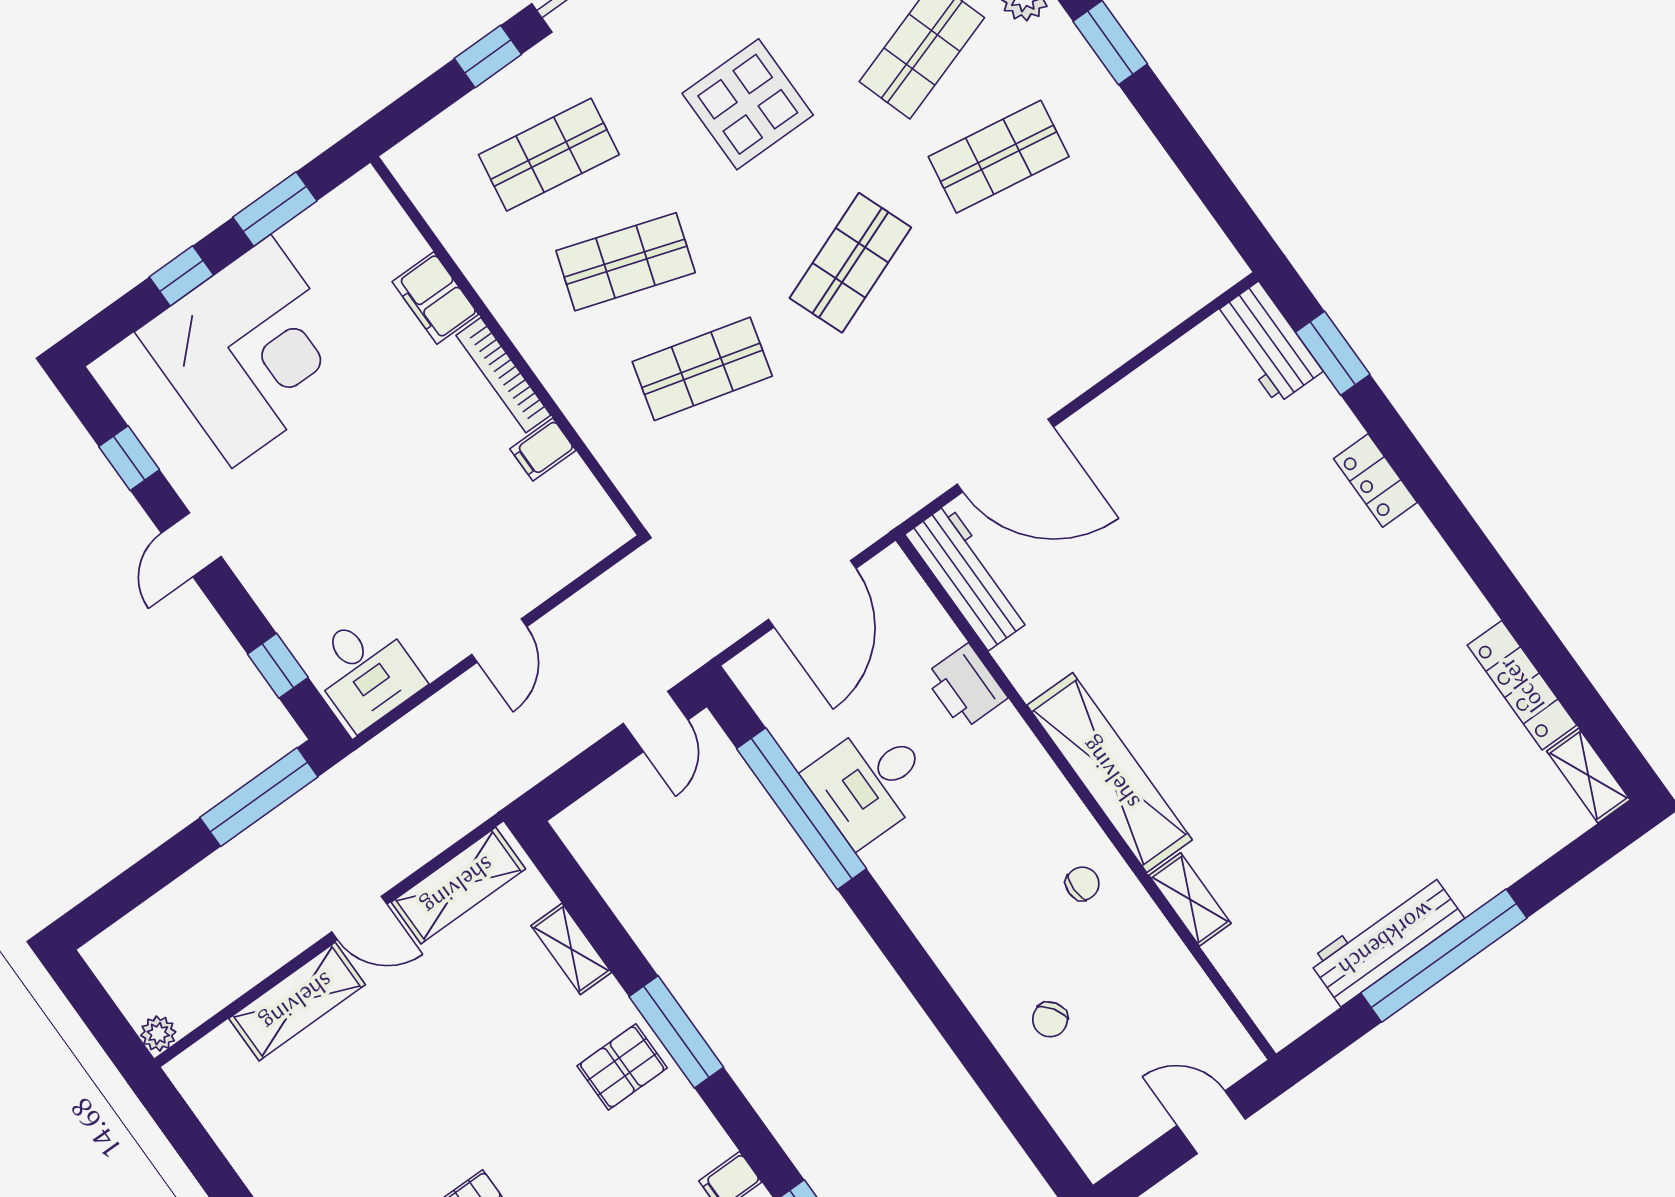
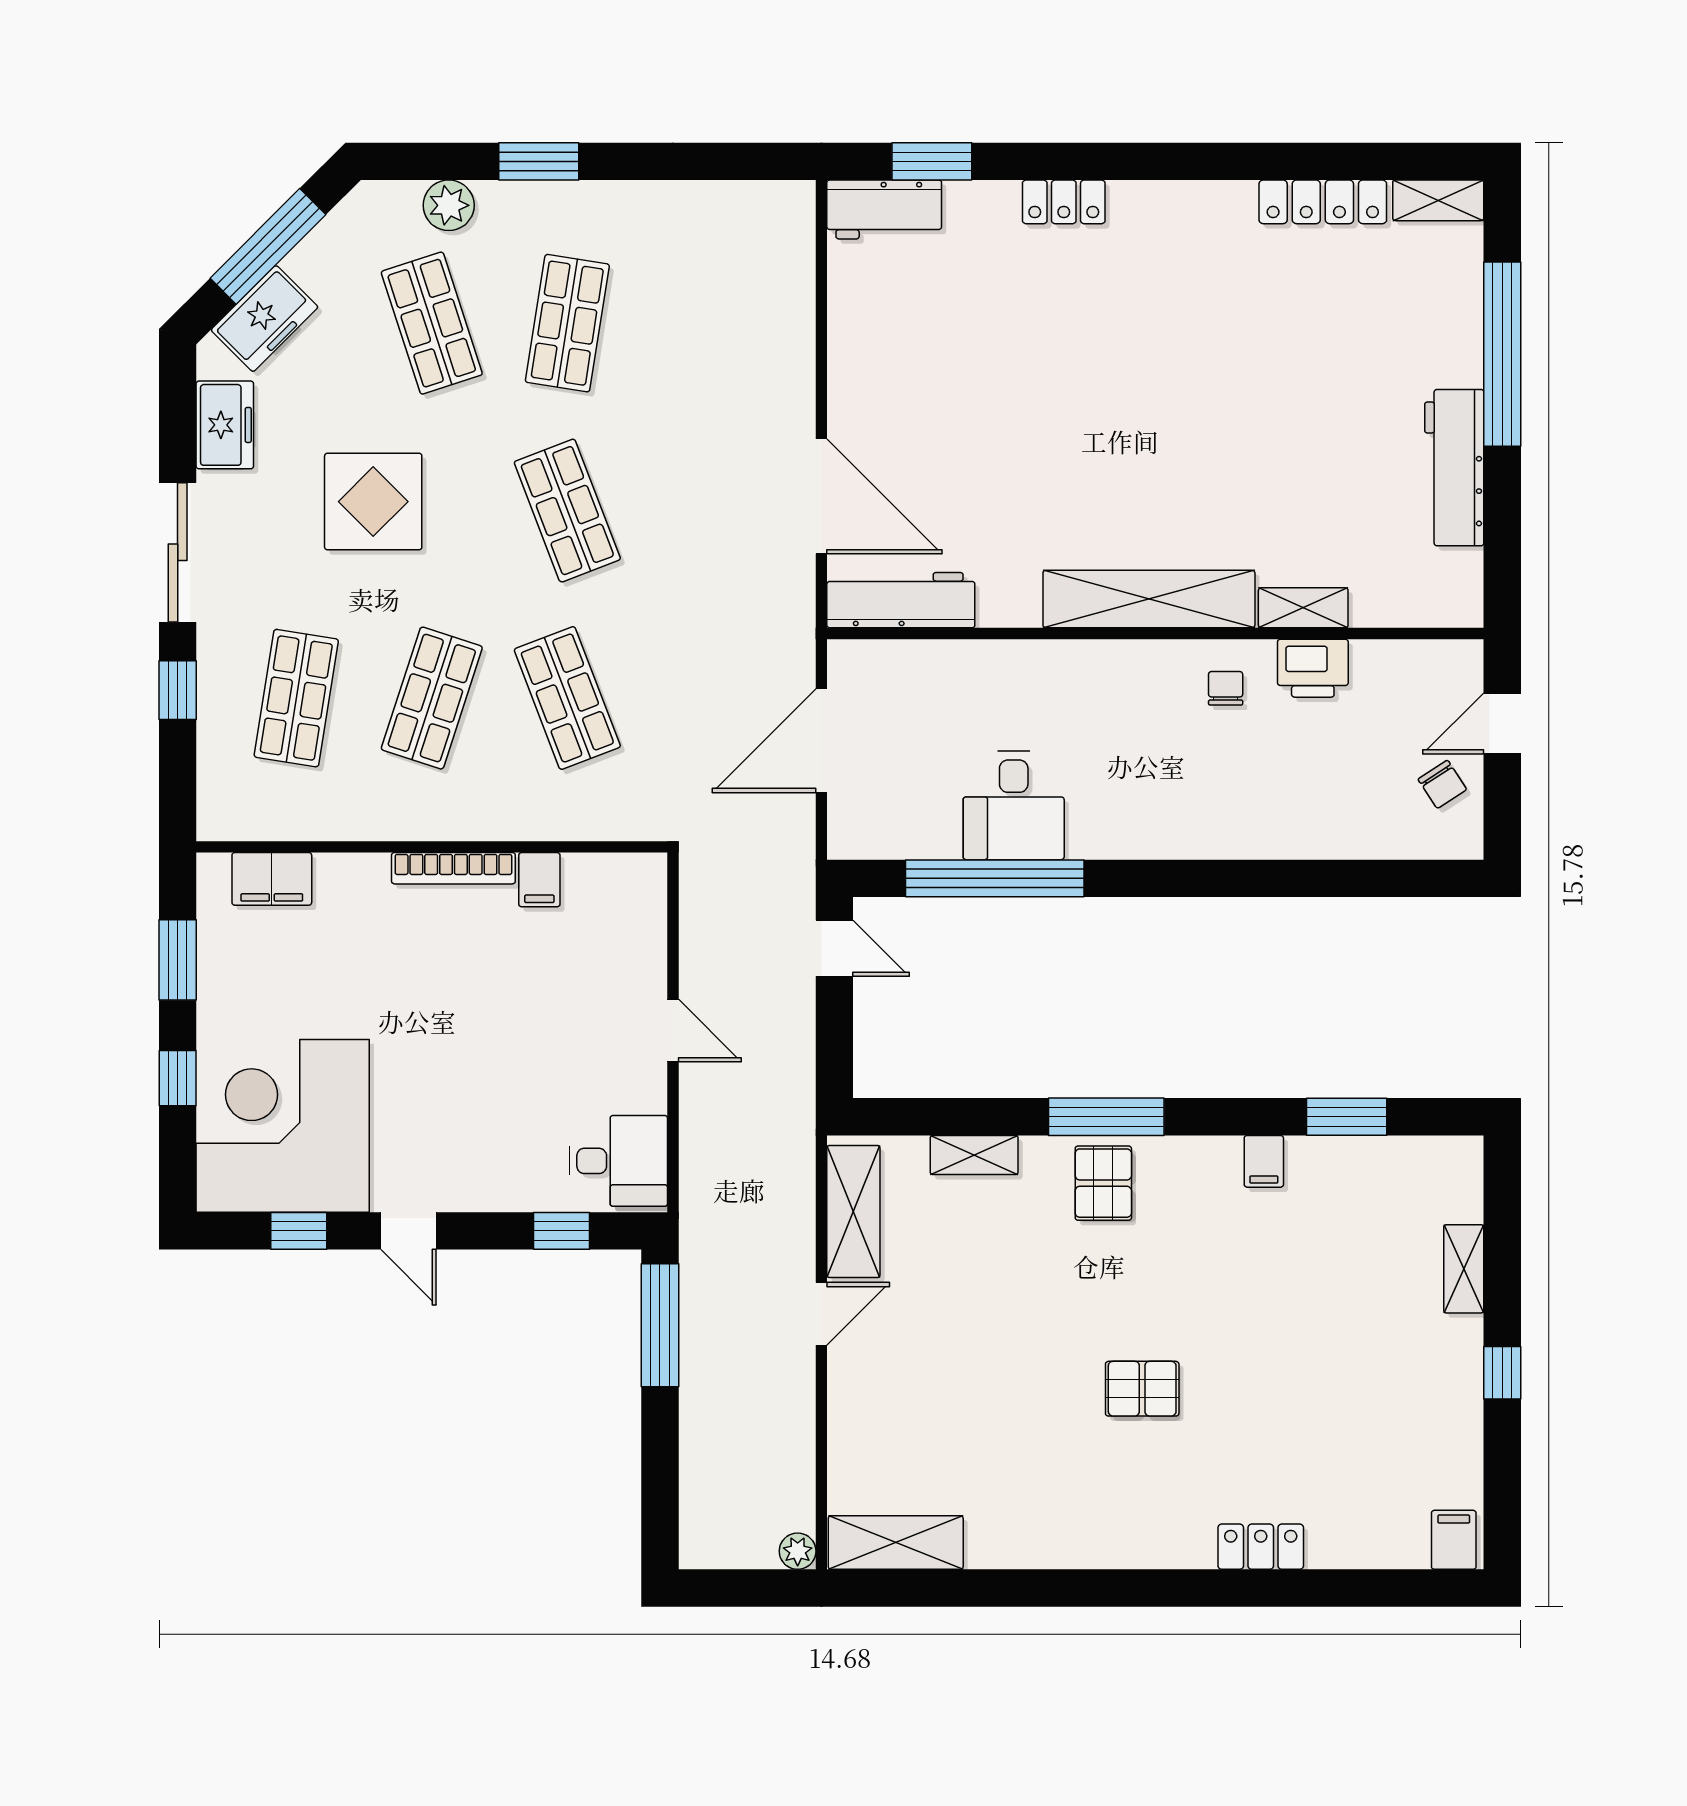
filing cabinet: (435, 298) -> (272, 879), moved
corner desk: (251, 351) -> (283, 1126), moved, turned -90
shop shelf: (702, 369) -> (567, 698), turned -36
door: (1005, 456) -> (821, 496), hinge flipped
door: (812, 594) -> (821, 741), swing flipped
printer: (965, 687) -> (1313, 668), moved
window: (1444, 956) -> (1502, 354), moved
shelving: (297, 1002) -> (896, 1542), moved, turned 90
chair: (1050, 1019) -> (1442, 784), moved

